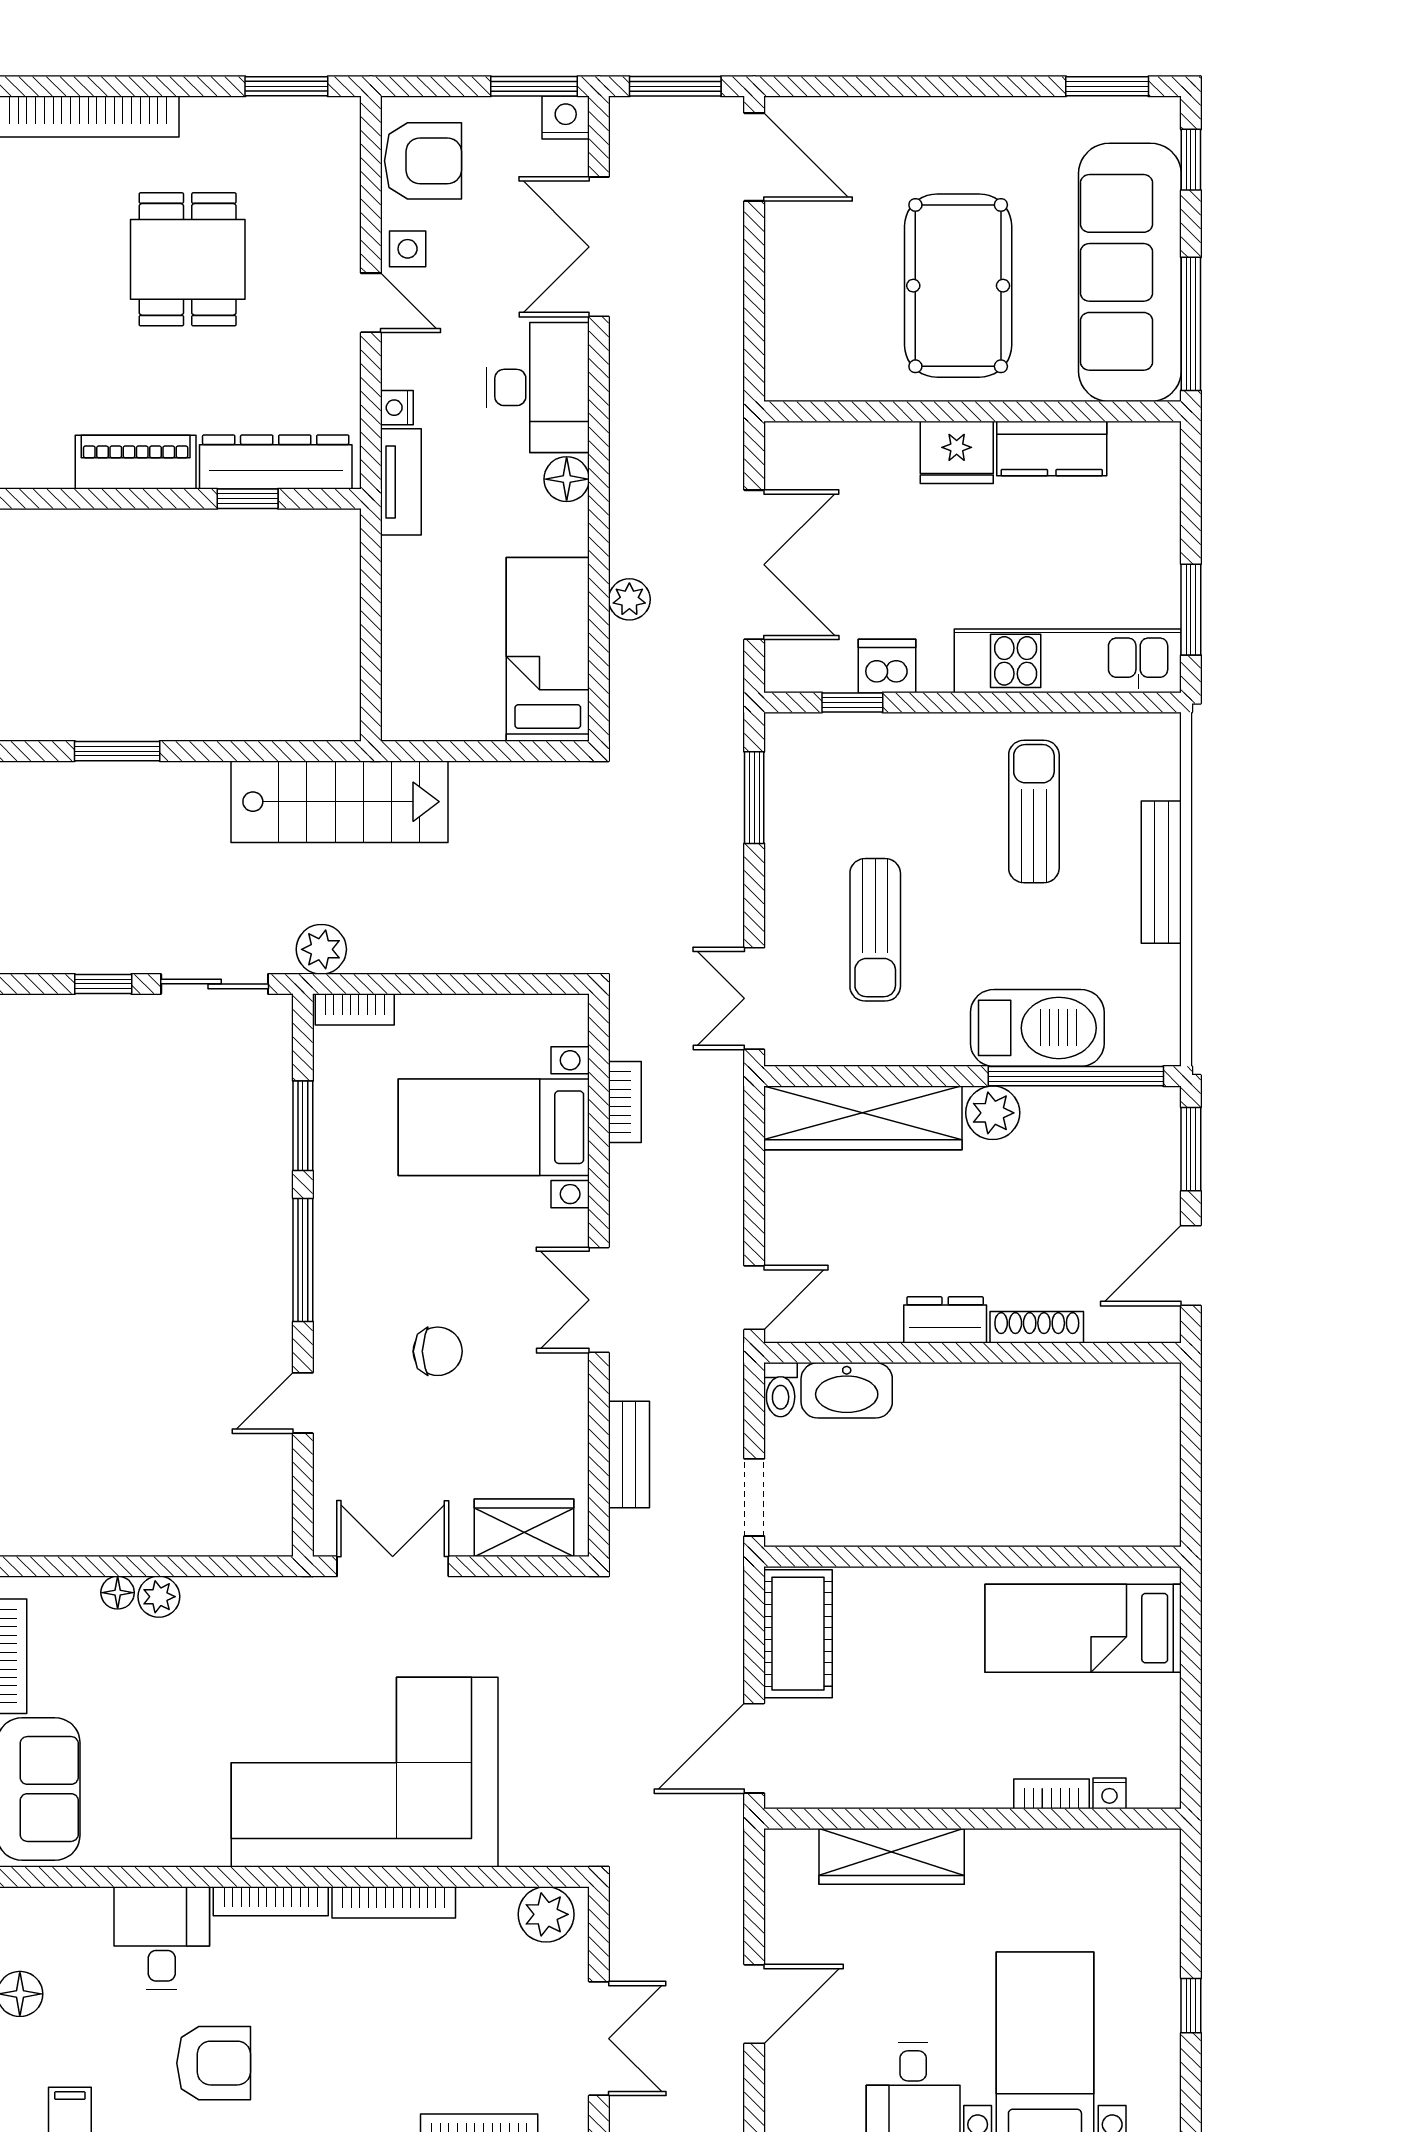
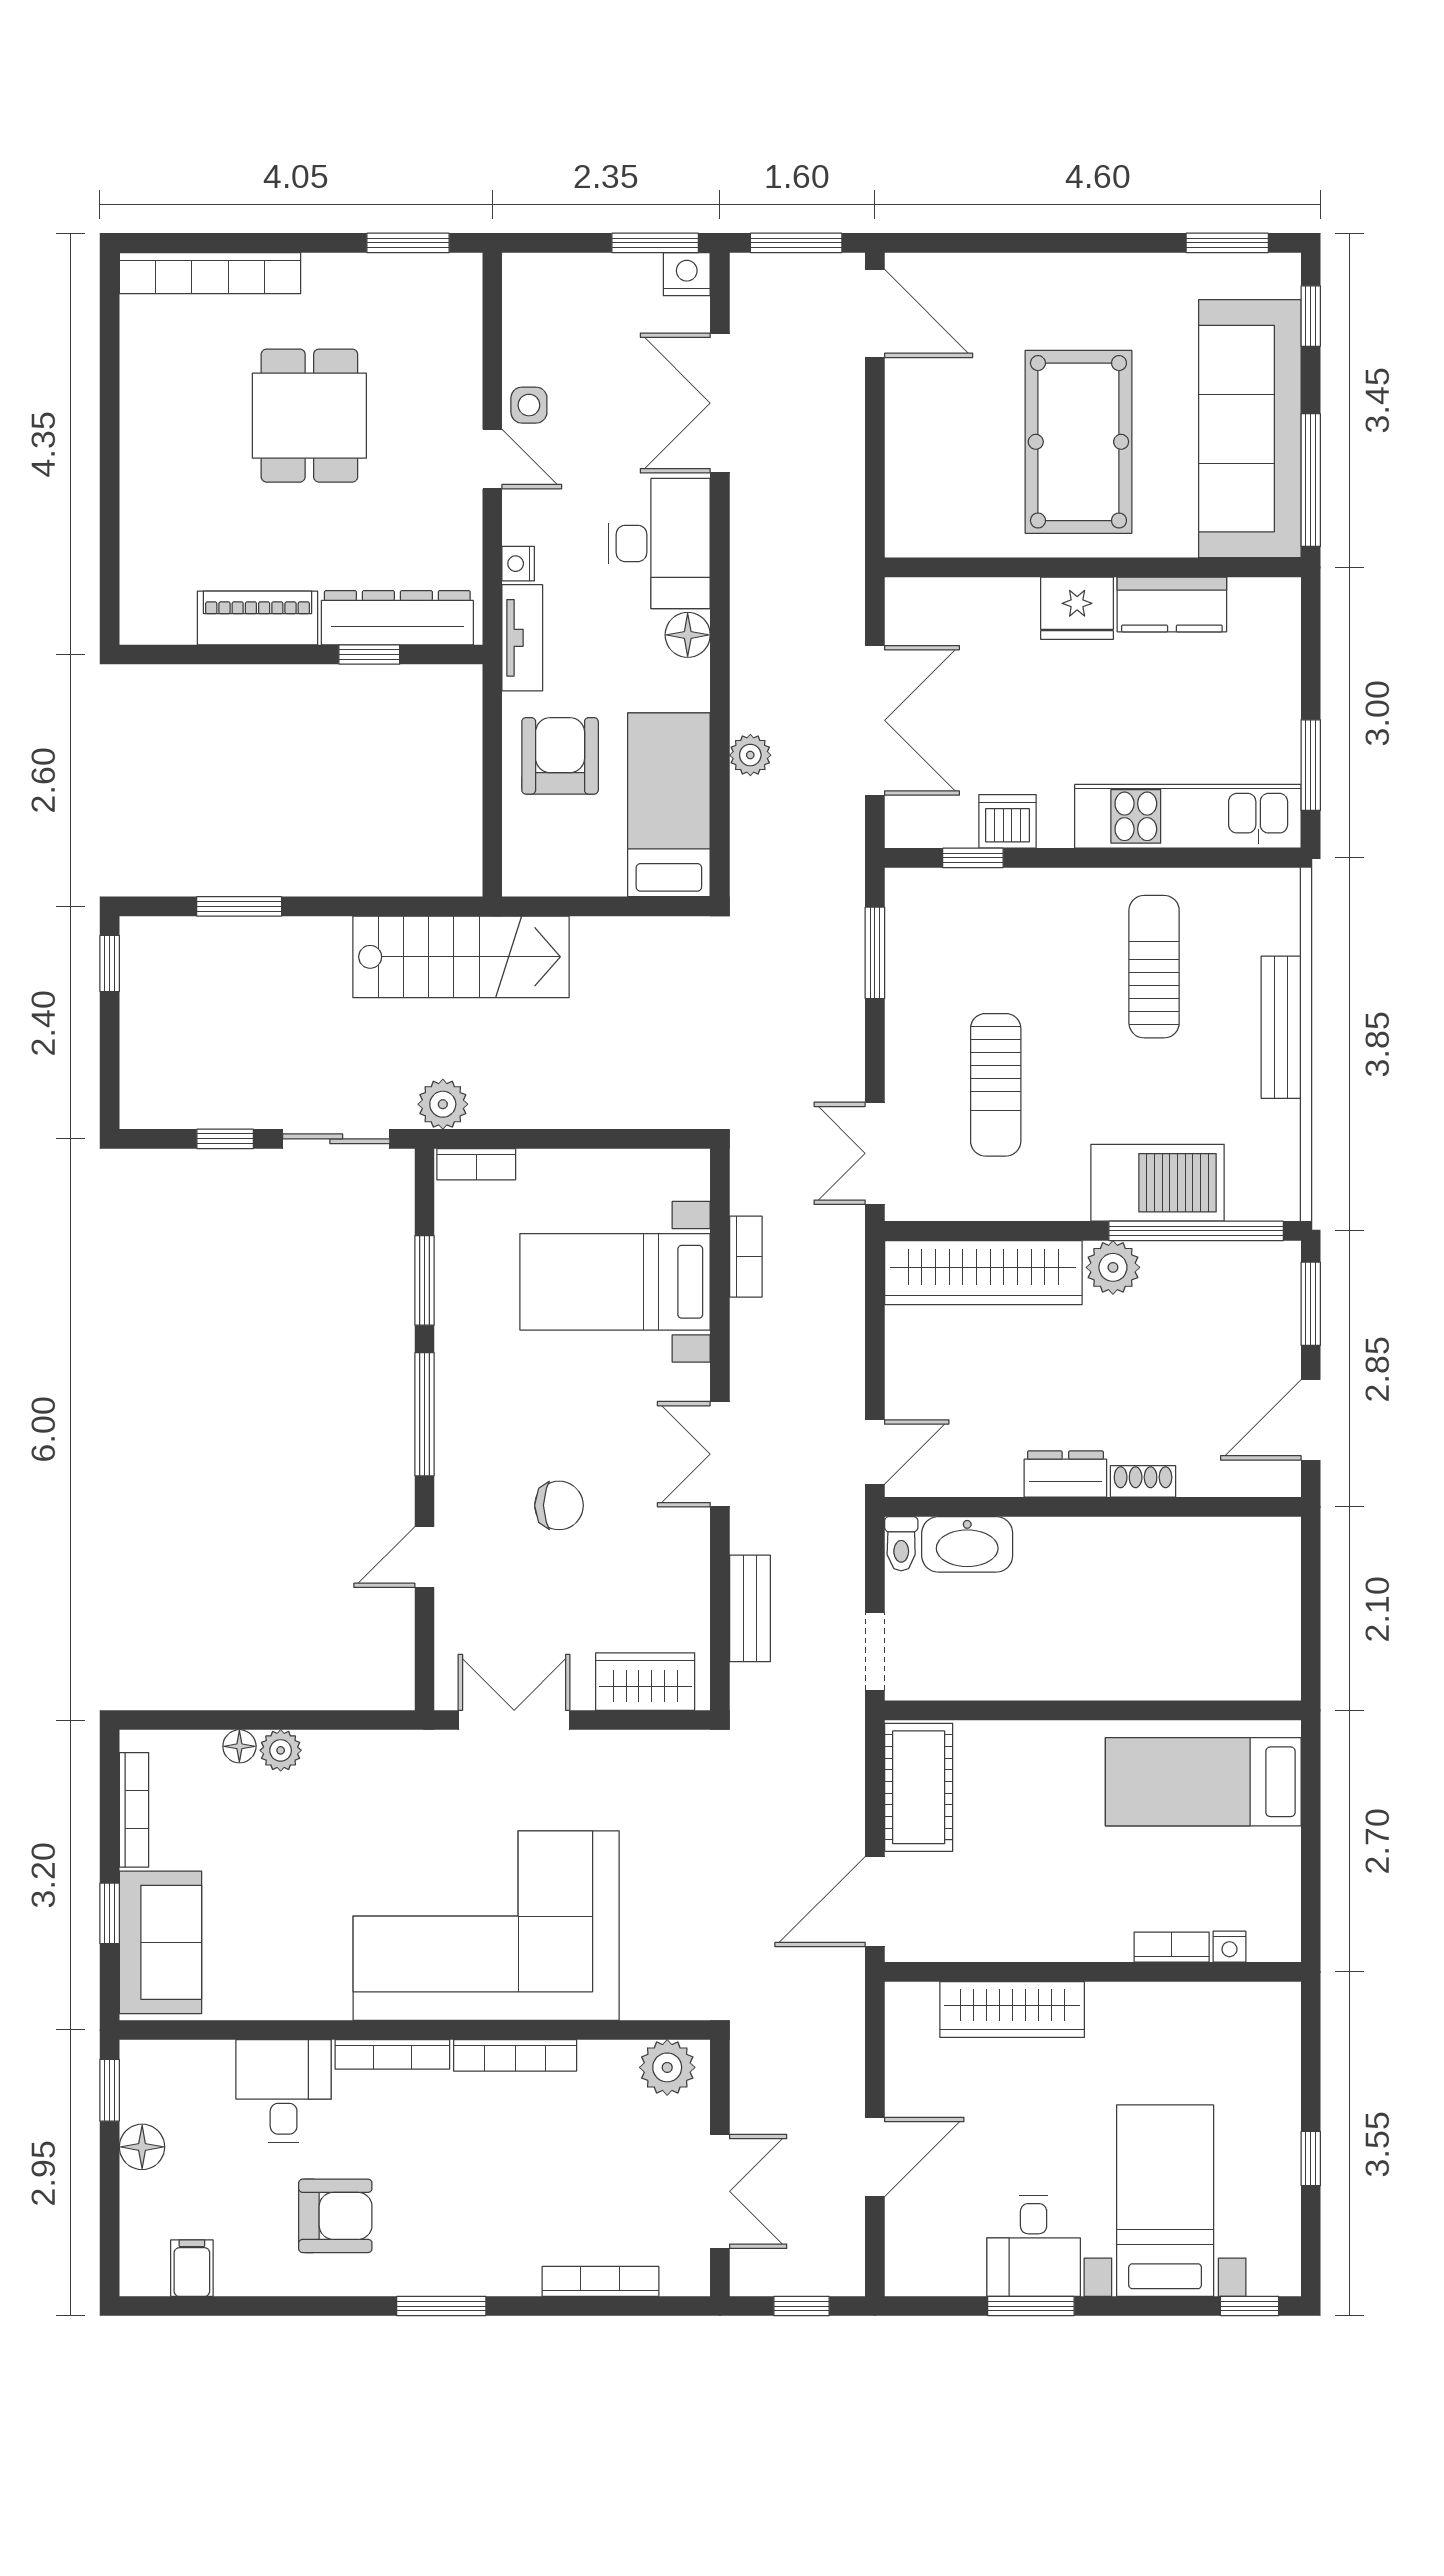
armchair: (423, 161) -> (560, 756), moved, turned -90
shoe rack: (1037, 1327) -> (1143, 1481), width x0.70

